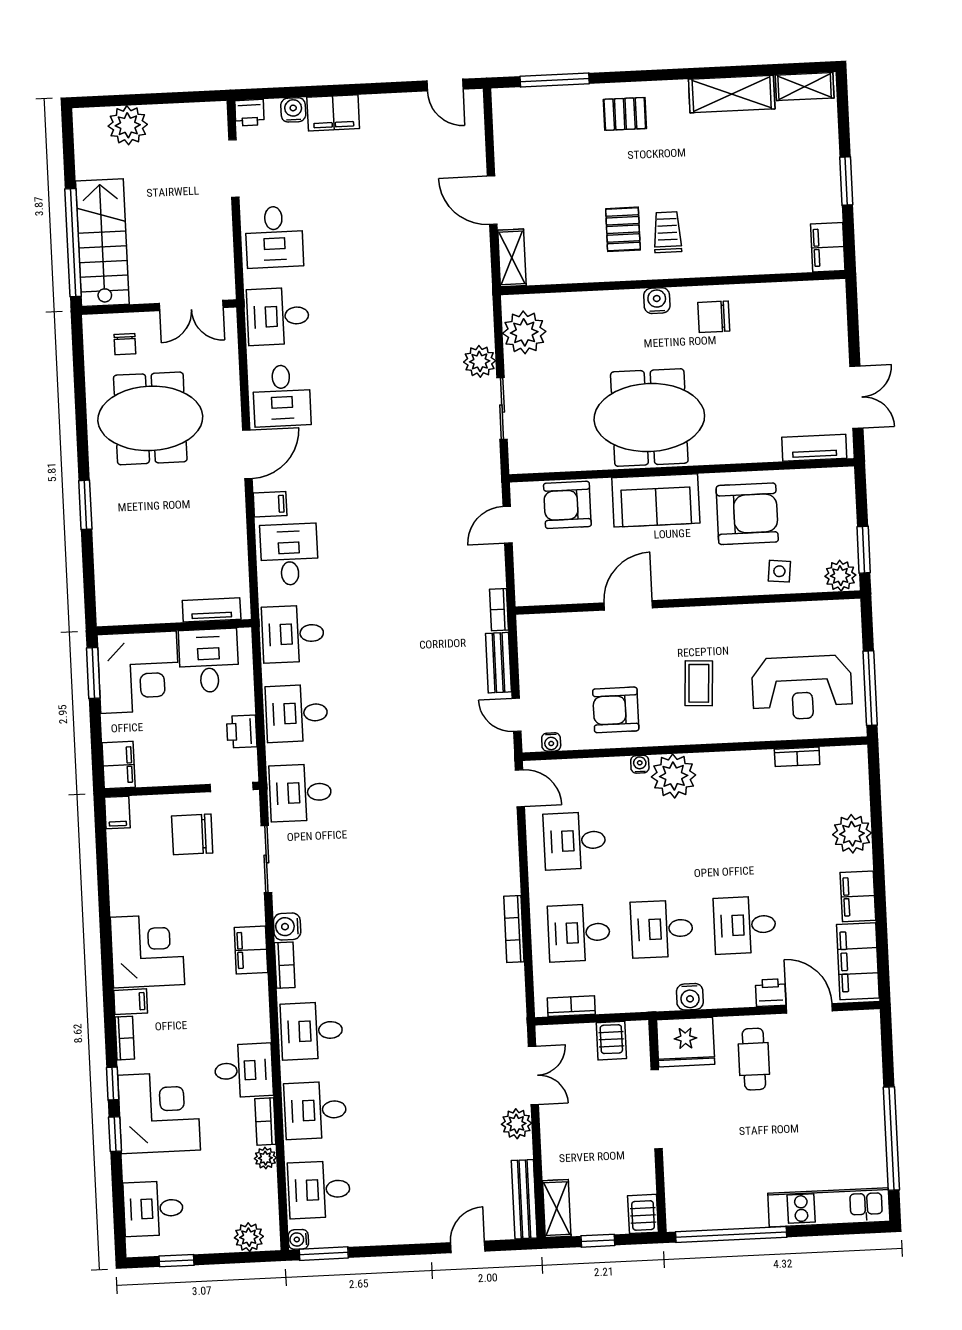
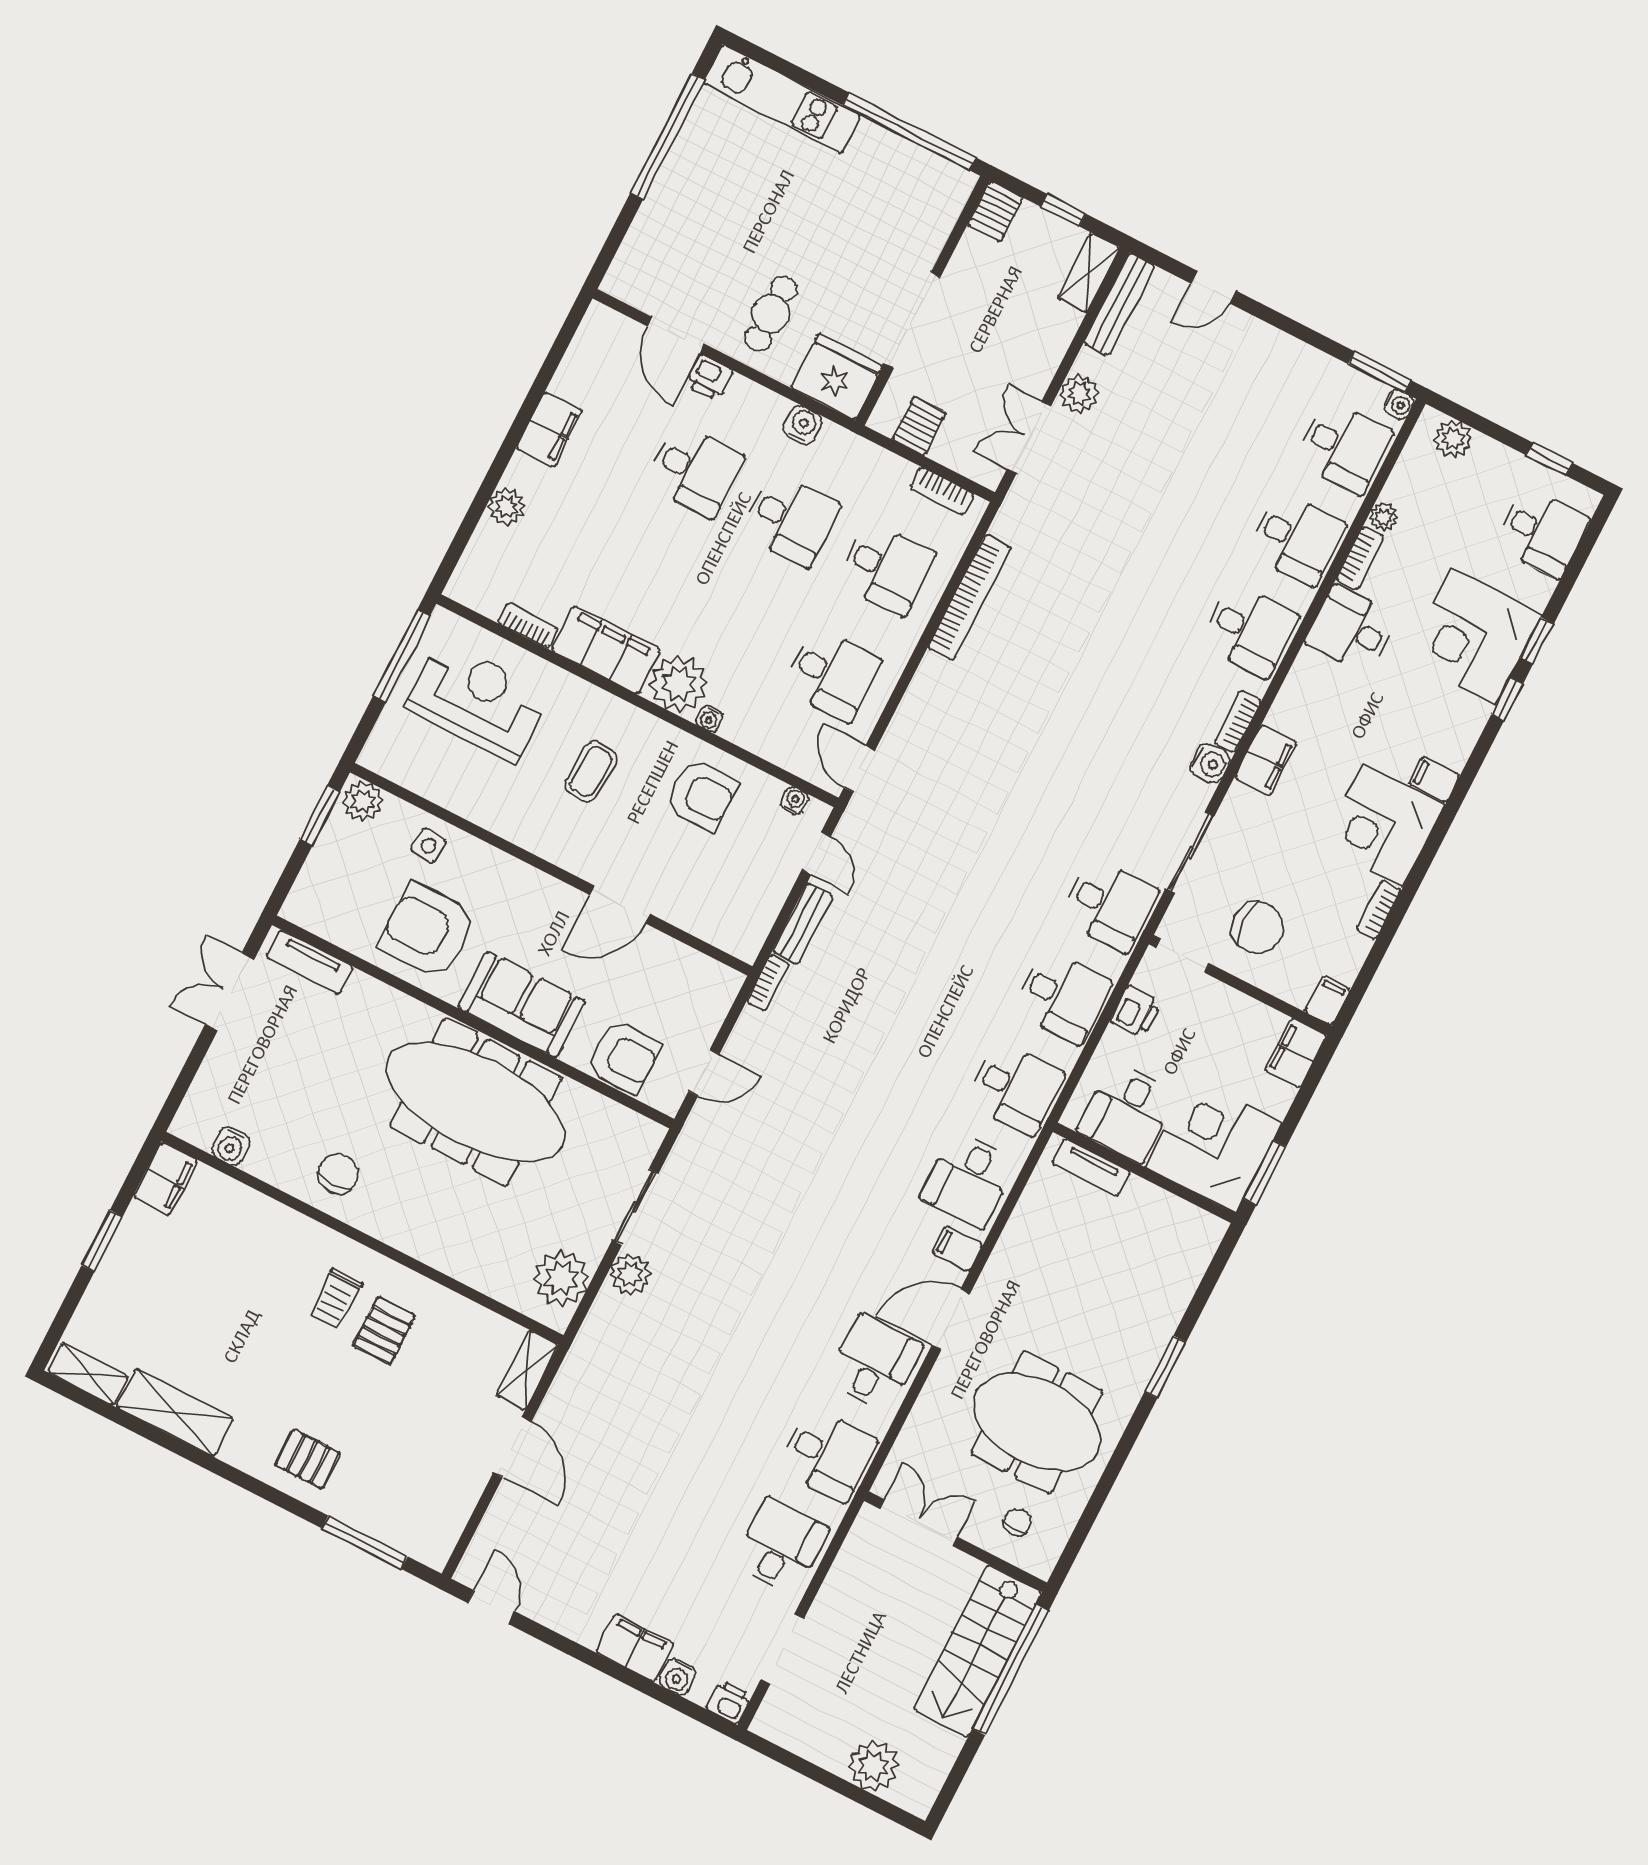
water cooler: (657, 301) -> (231, 1146), moved
chair: (714, 317) -> (338, 1174), turned -90
meeting table: (649, 418) -> (476, 1102), width x1.36
plant: (852, 834) -> (507, 507), width x0.73, depth x0.73
bookcase: (514, 929) -> (969, 598), width x1.48, depth x1.31
filing cabinet: (858, 961) -> (606, 650), moved, turned -90
bookcase: (125, 1038) -> (1379, 910), moved

